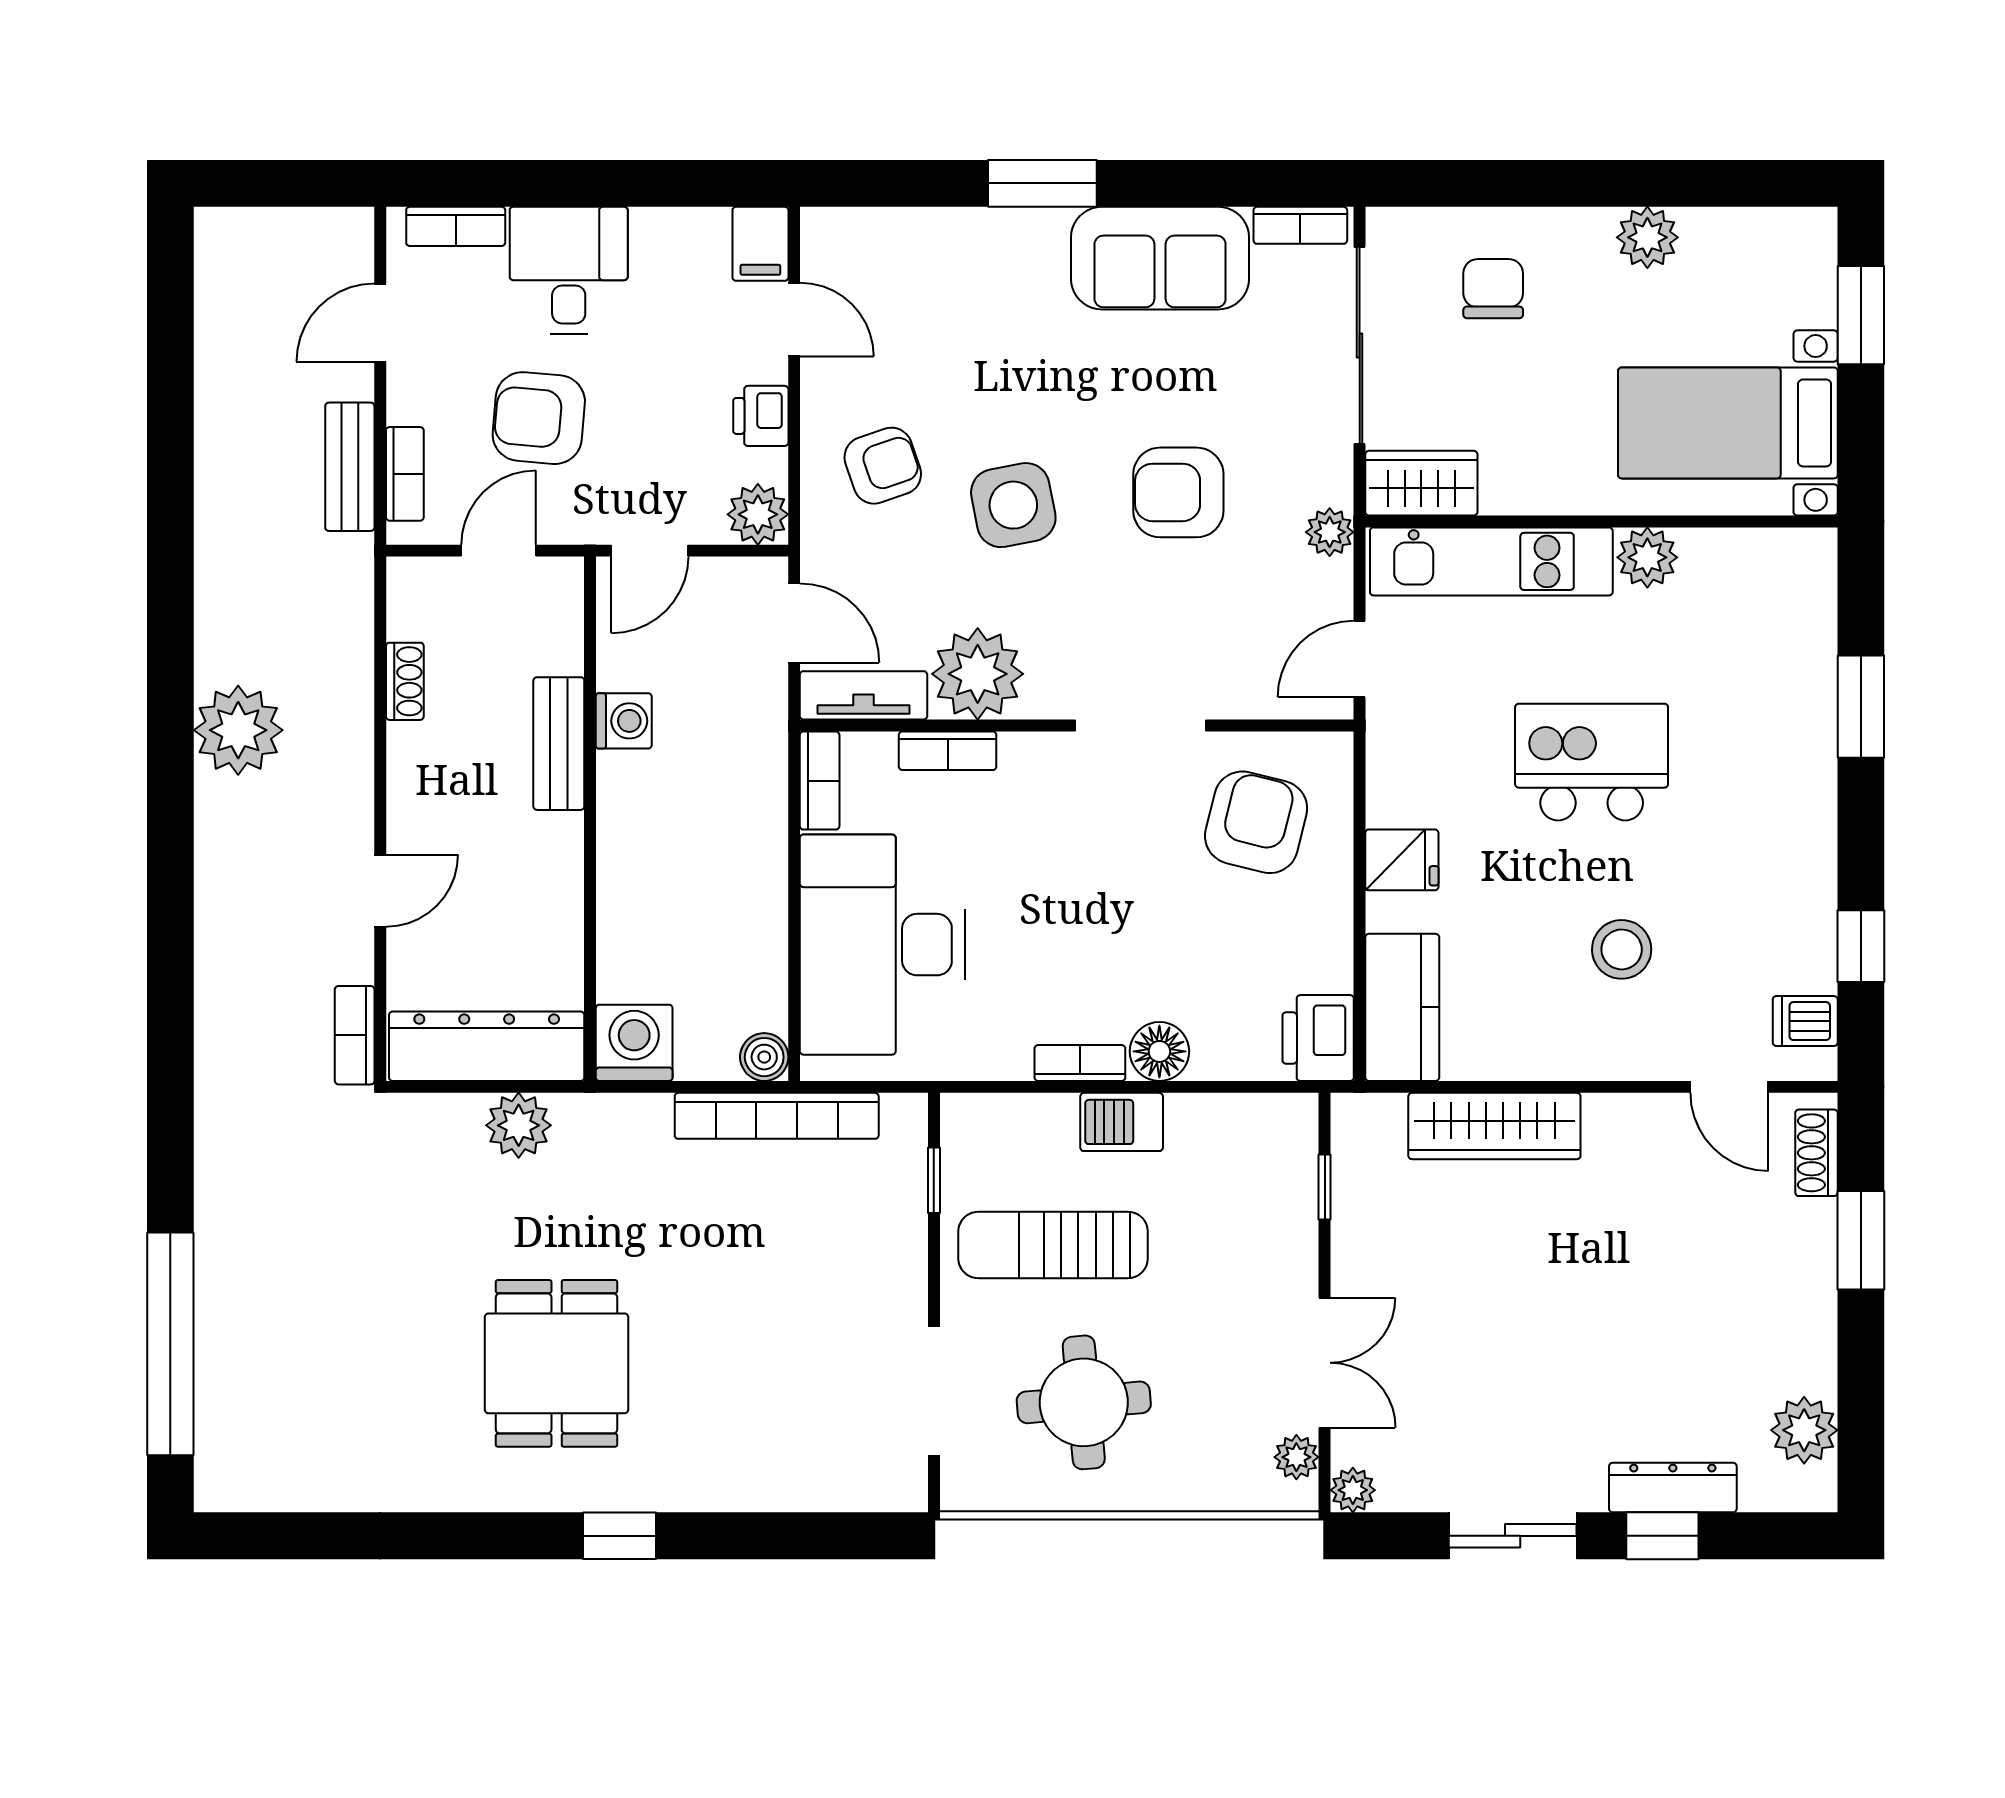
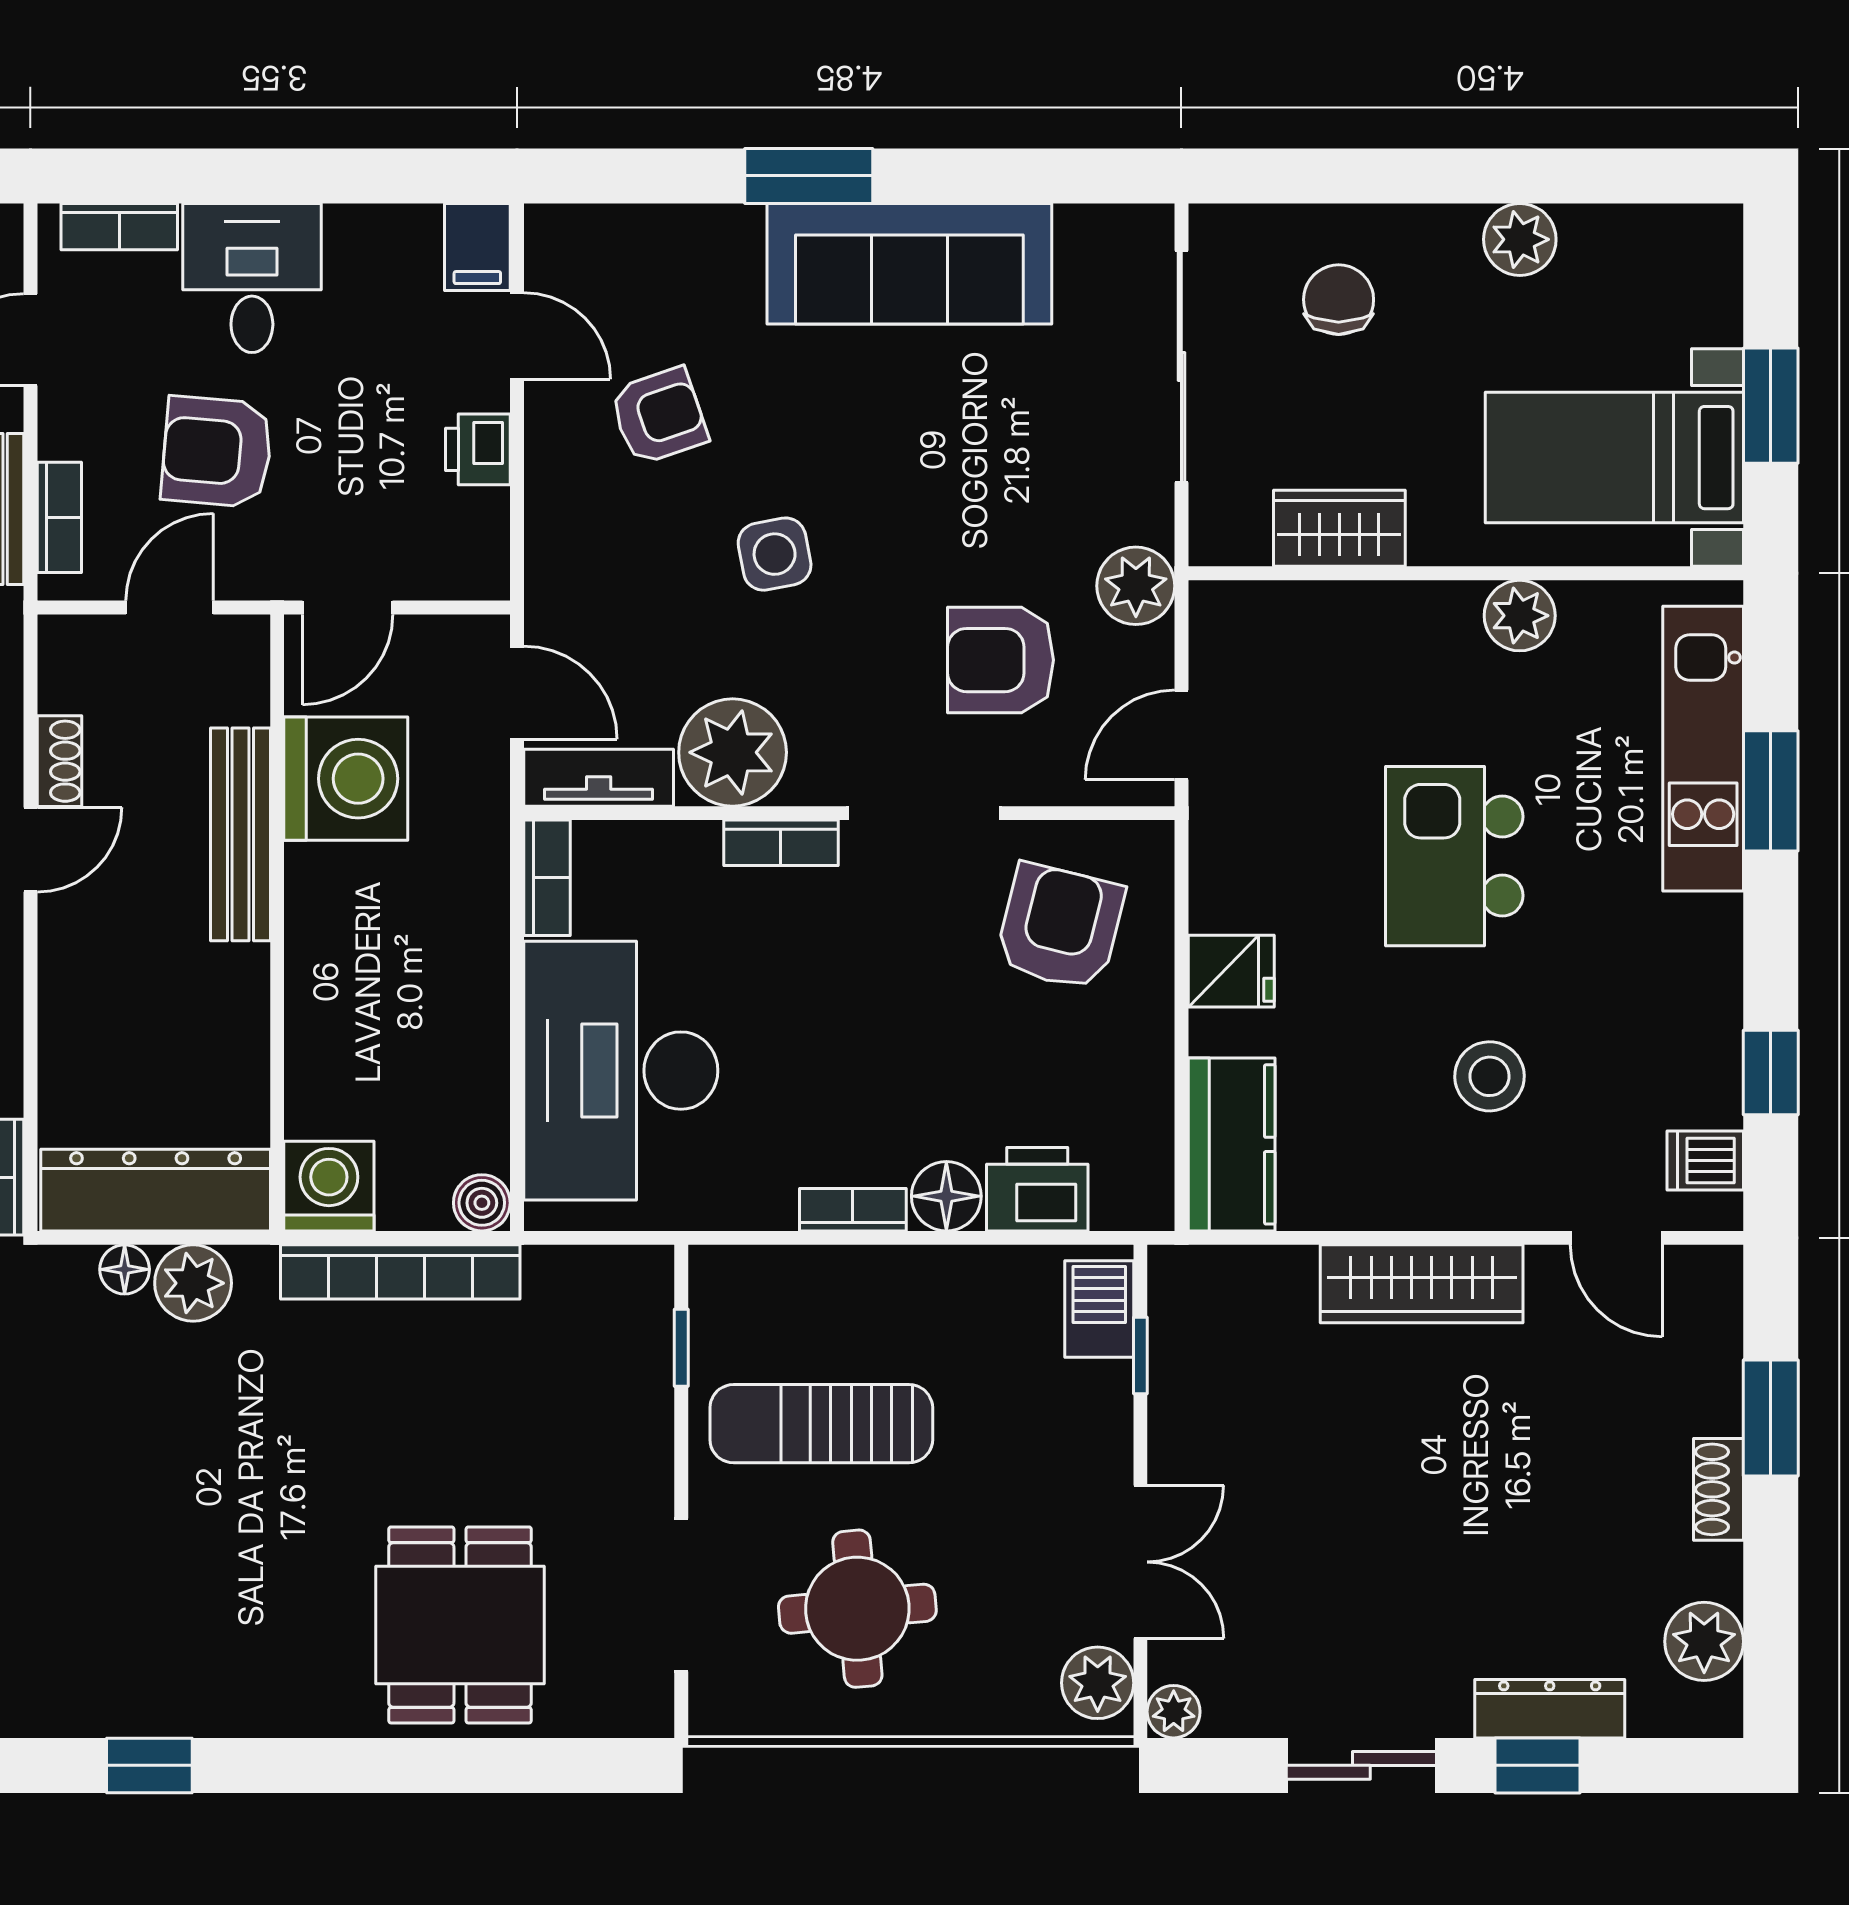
bookcase: (1300, 225) -> (1112, 225), removed
sofa: (1160, 258) -> (909, 264), width x1.36
window: (1861, 315) -> (1771, 406), moved
armchair: (883, 466) -> (659, 416), moved
wardrobe: (1421, 483) -> (1339, 528), moved
armchair: (1178, 492) -> (1001, 660), moved
side table: (1013, 505) -> (775, 554), width x0.73, depth x0.73
plant: (758, 514) -> (474, 565), removed
plant: (1330, 532) -> (1136, 586), width x1.38, depth x1.38
kitchen unit: (1491, 561) -> (1703, 749), moved, turned 90
washing machine: (624, 721) -> (346, 779), width x1.89, depth x1.89
bench: (559, 744) -> (240, 834), width x1.36
bookcase: (948, 751) -> (781, 843), moved
kitchen island: (1592, 762) -> (1454, 856), turned -90
door: (380, 891) -> (30, 850), moved
printer: (1318, 1038) -> (1037, 1189), moved, turned 90
floor lamp: (460, 1114) -> (125, 1269), added
bookcase: (777, 1116) -> (400, 1272), moved
barbecue: (1122, 1122) -> (1099, 1309), moved, turned 90
wardrobe: (1494, 1126) -> (1422, 1284), moved
shoe rack: (1816, 1153) -> (1719, 1489), moved
dining table: (557, 1363) -> (460, 1625), moved
plant: (1296, 1457) -> (1098, 1683), width x1.38, depth x1.38
window: (620, 1536) -> (149, 1765), moved

